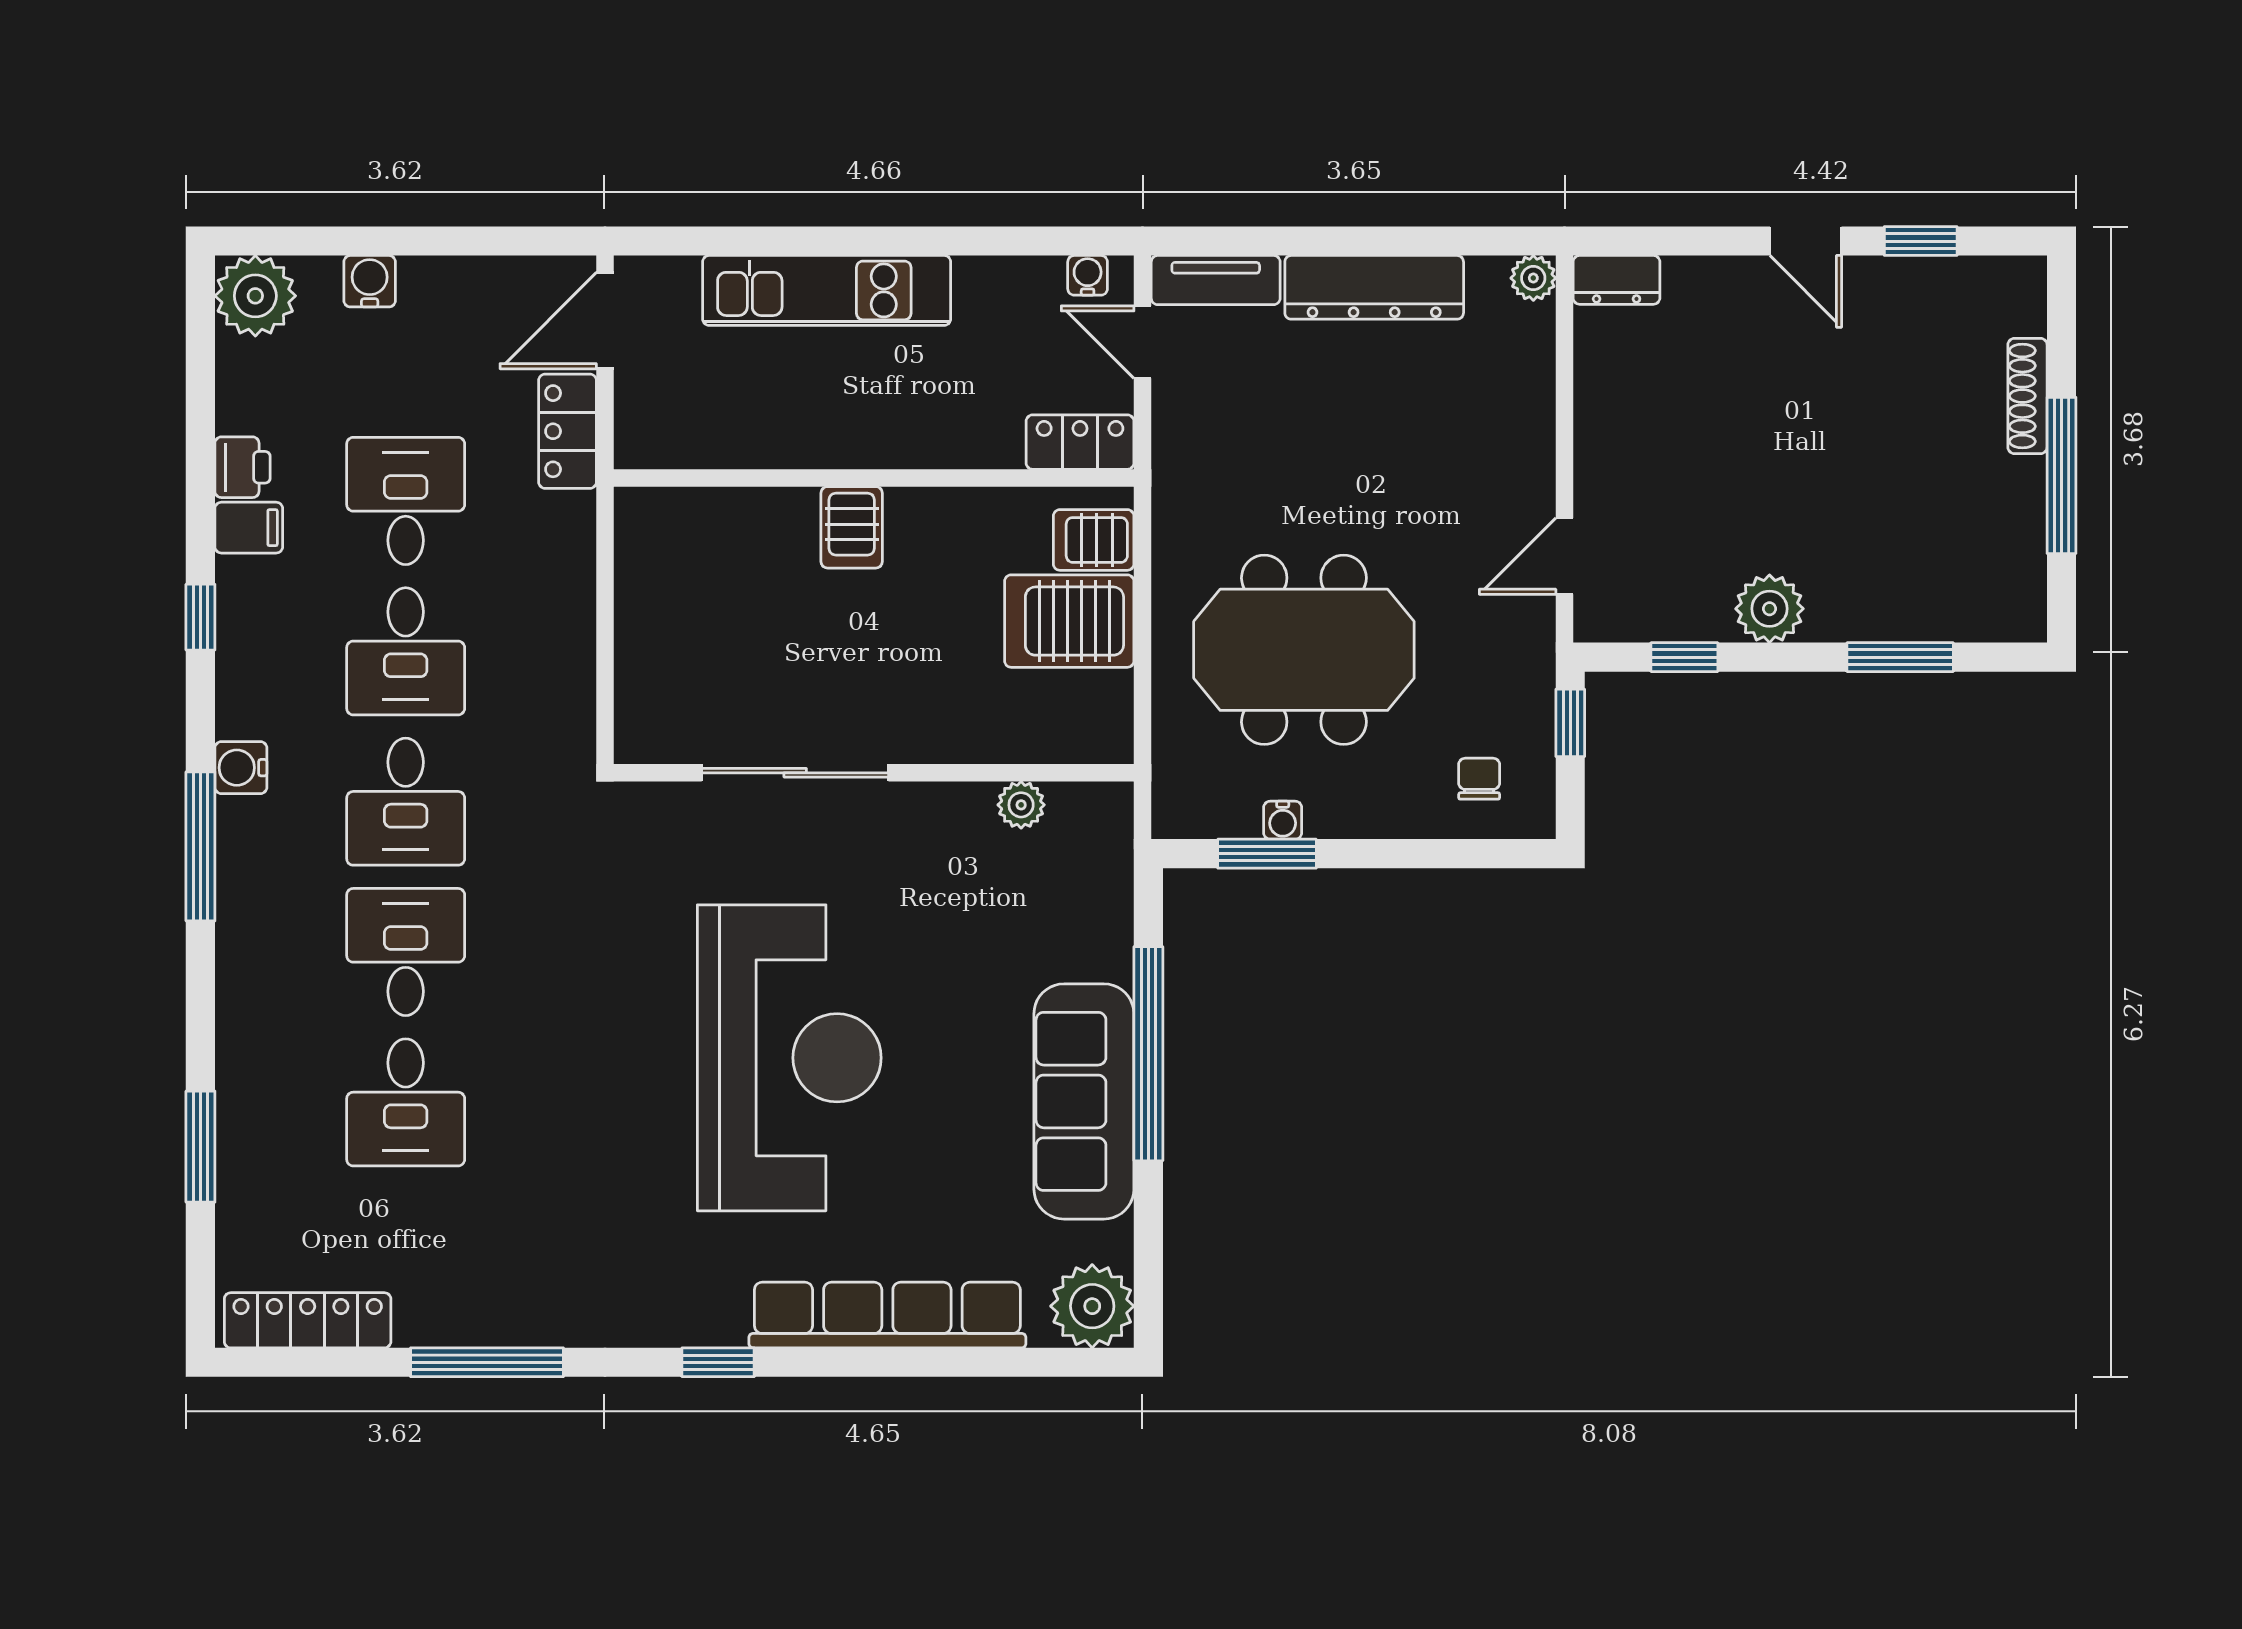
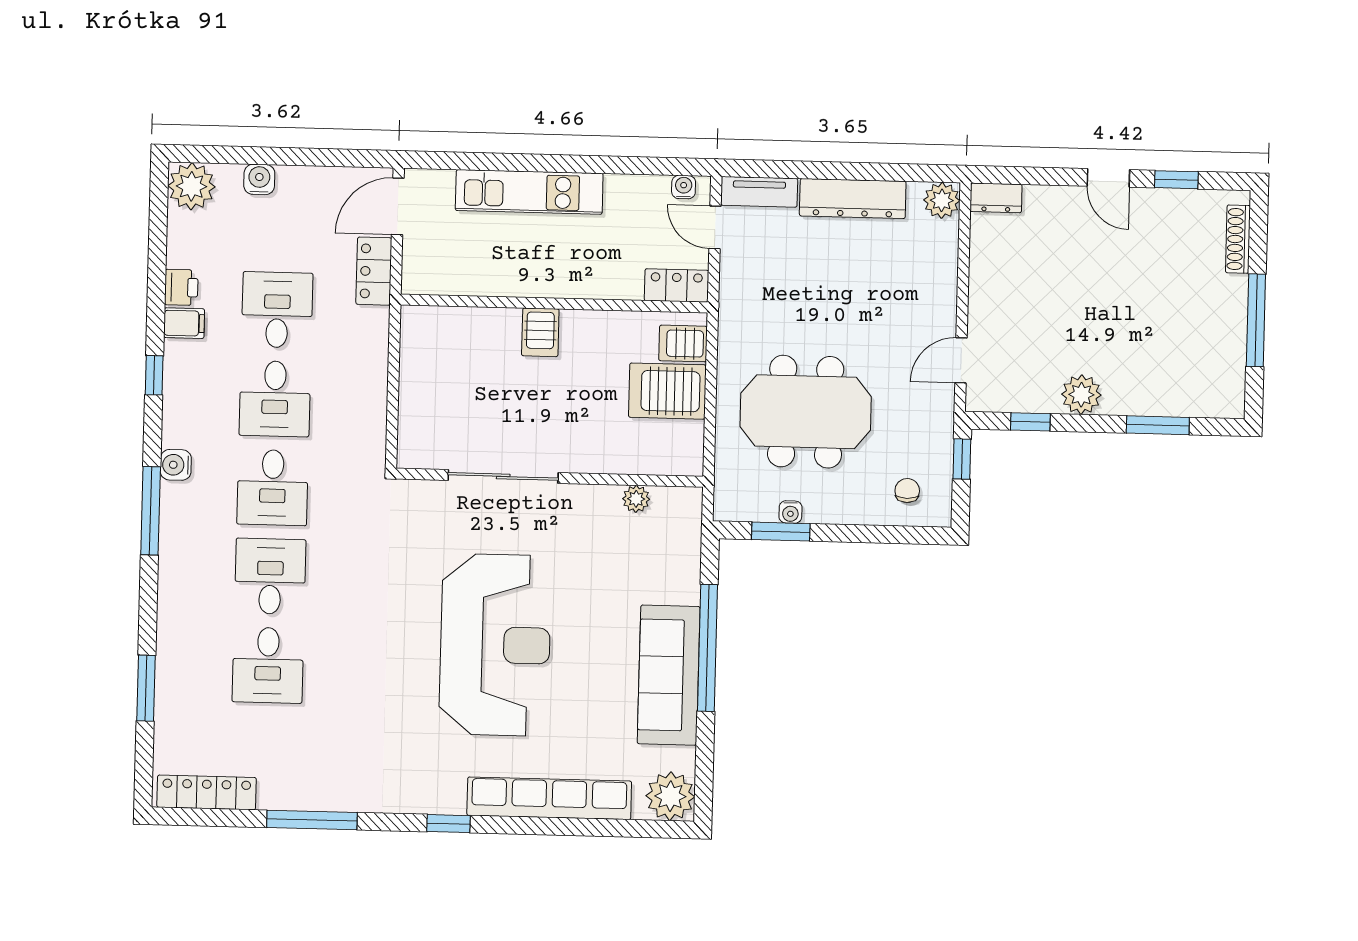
plant: (1533, 278) -> (942, 200), width x1.38, depth x1.38
shoe rack: (2027, 396) -> (1238, 239), moved

